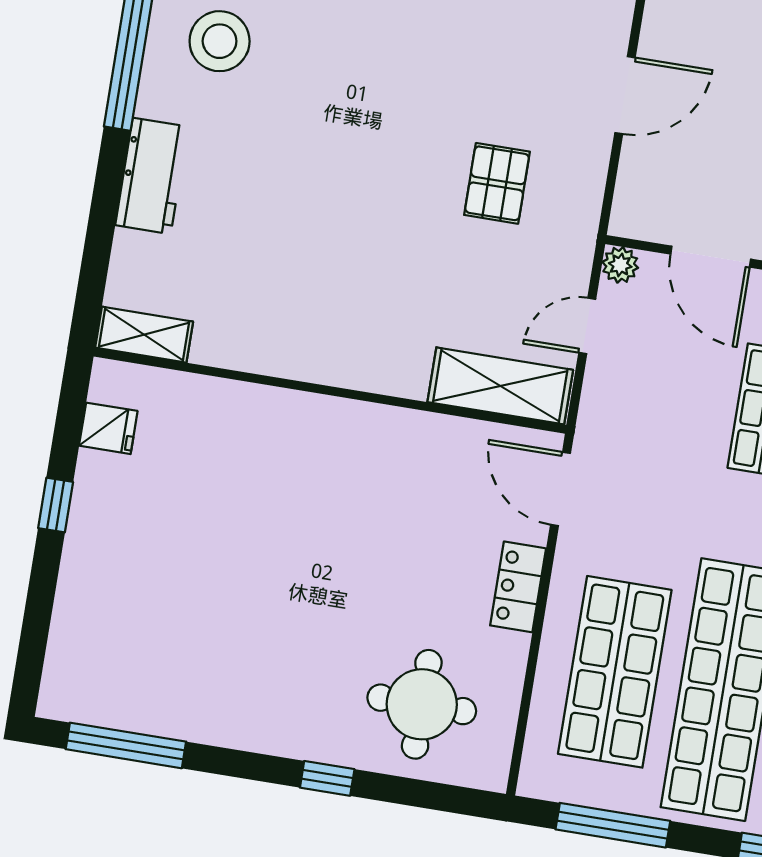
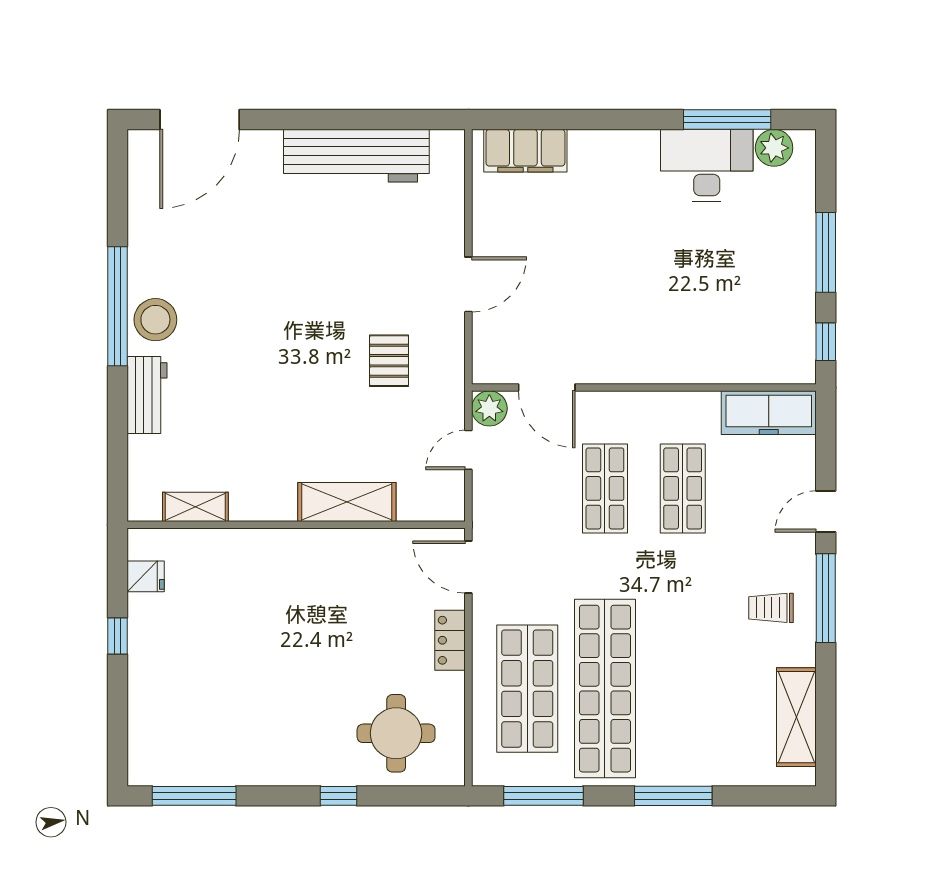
stool: (220, 41) -> (155, 320), moved
plant: (620, 265) -> (489, 408), width x1.38, depth x1.38
shelving: (144, 335) -> (195, 507), moved
shelving: (500, 386) -> (347, 502), moved

